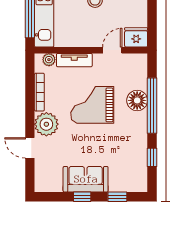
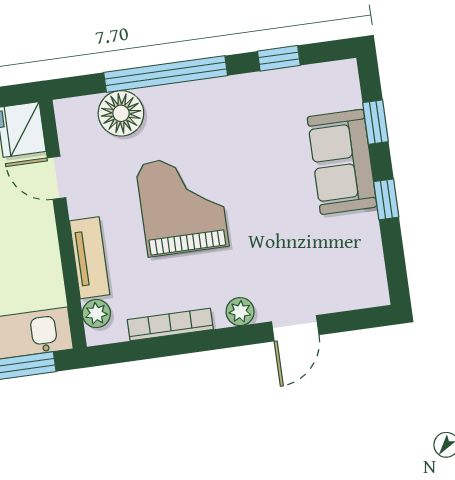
floor lamp: (137, 100) -> (121, 113), moved
grand piano: (92, 105) -> (182, 205), turned 180
plant: (46, 124) -> (240, 312), width x0.53, depth x0.53
sofa: (86, 179) -> (342, 162), moved

